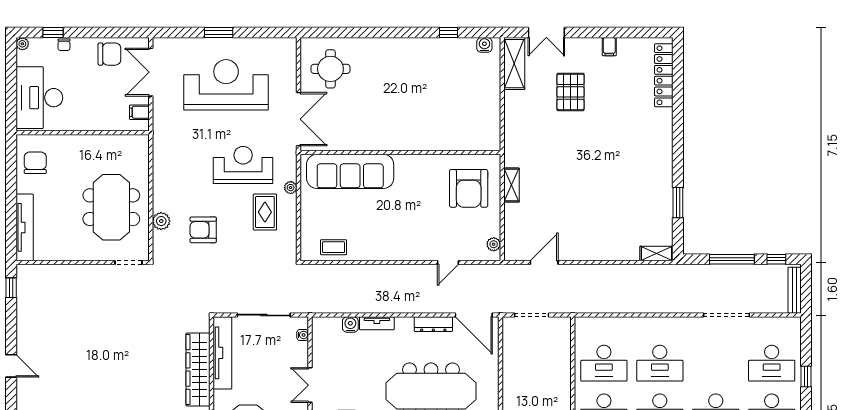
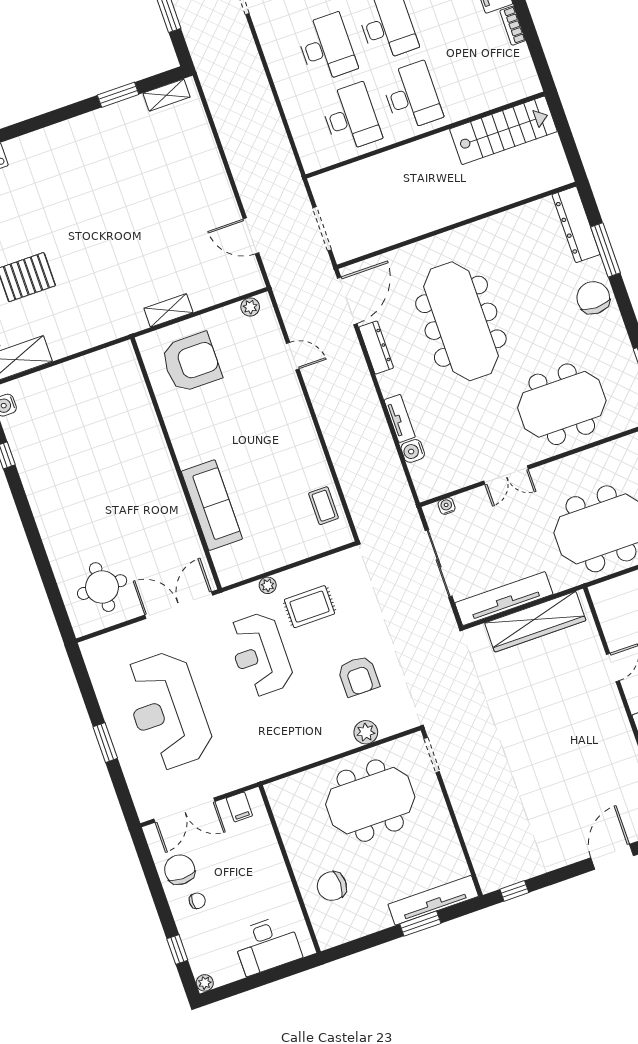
chair: (64, 45) -> (197, 901), moved
desk: (39, 98) -> (267, 945), width x0.73, depth x0.77
chair: (35, 163) -> (332, 886), moved
sofa: (350, 171) -> (212, 505), width x0.74, depth x0.79
window: (11, 212) -> (420, 924), added
shelving: (657, 253) -> (167, 95), moved, turned 90
door: (11, 366) -> (612, 857), width x1.38

